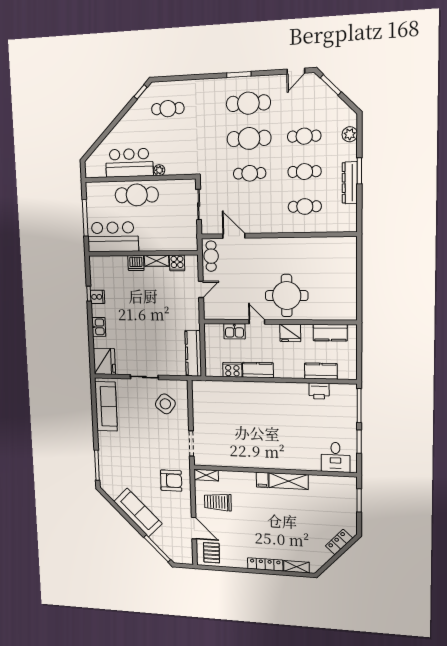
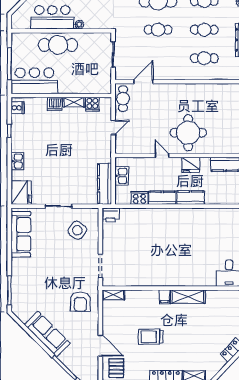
door: (234, 236) -> (143, 82), hinge flipped
cooker: (98, 297) -> (18, 108), moved
kitchen sink: (234, 331) -> (122, 176), moved, turned -90
kitchen counter: (321, 371) -> (190, 198), moved
printer: (319, 391) -> (111, 215), moved
armchair: (171, 481) -> (80, 302), turned 90
trolley: (218, 502) -> (151, 337), moved

